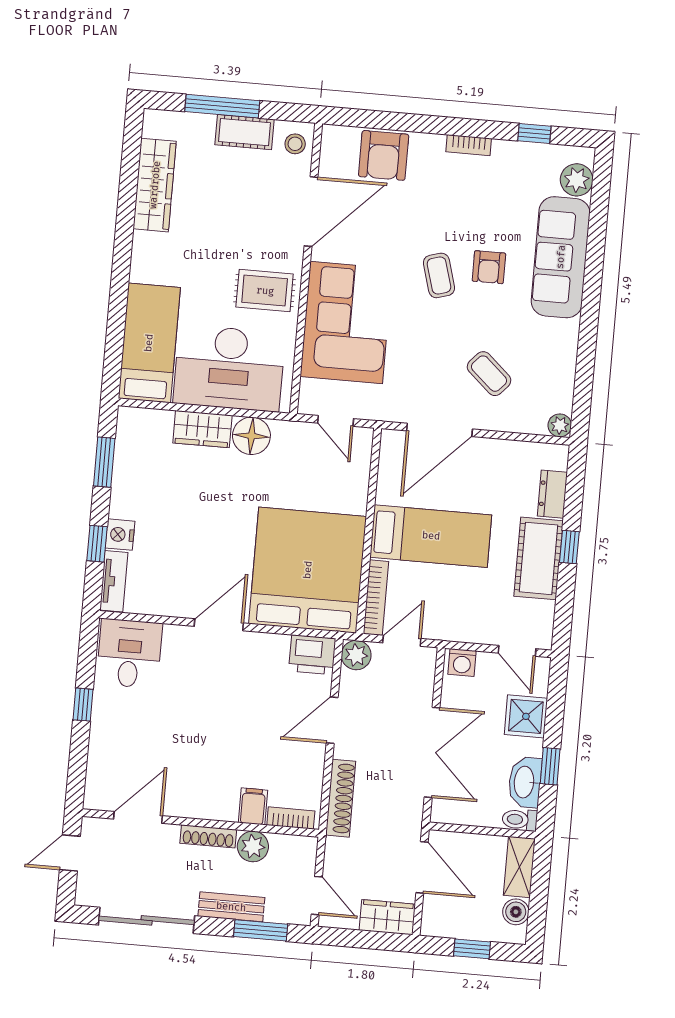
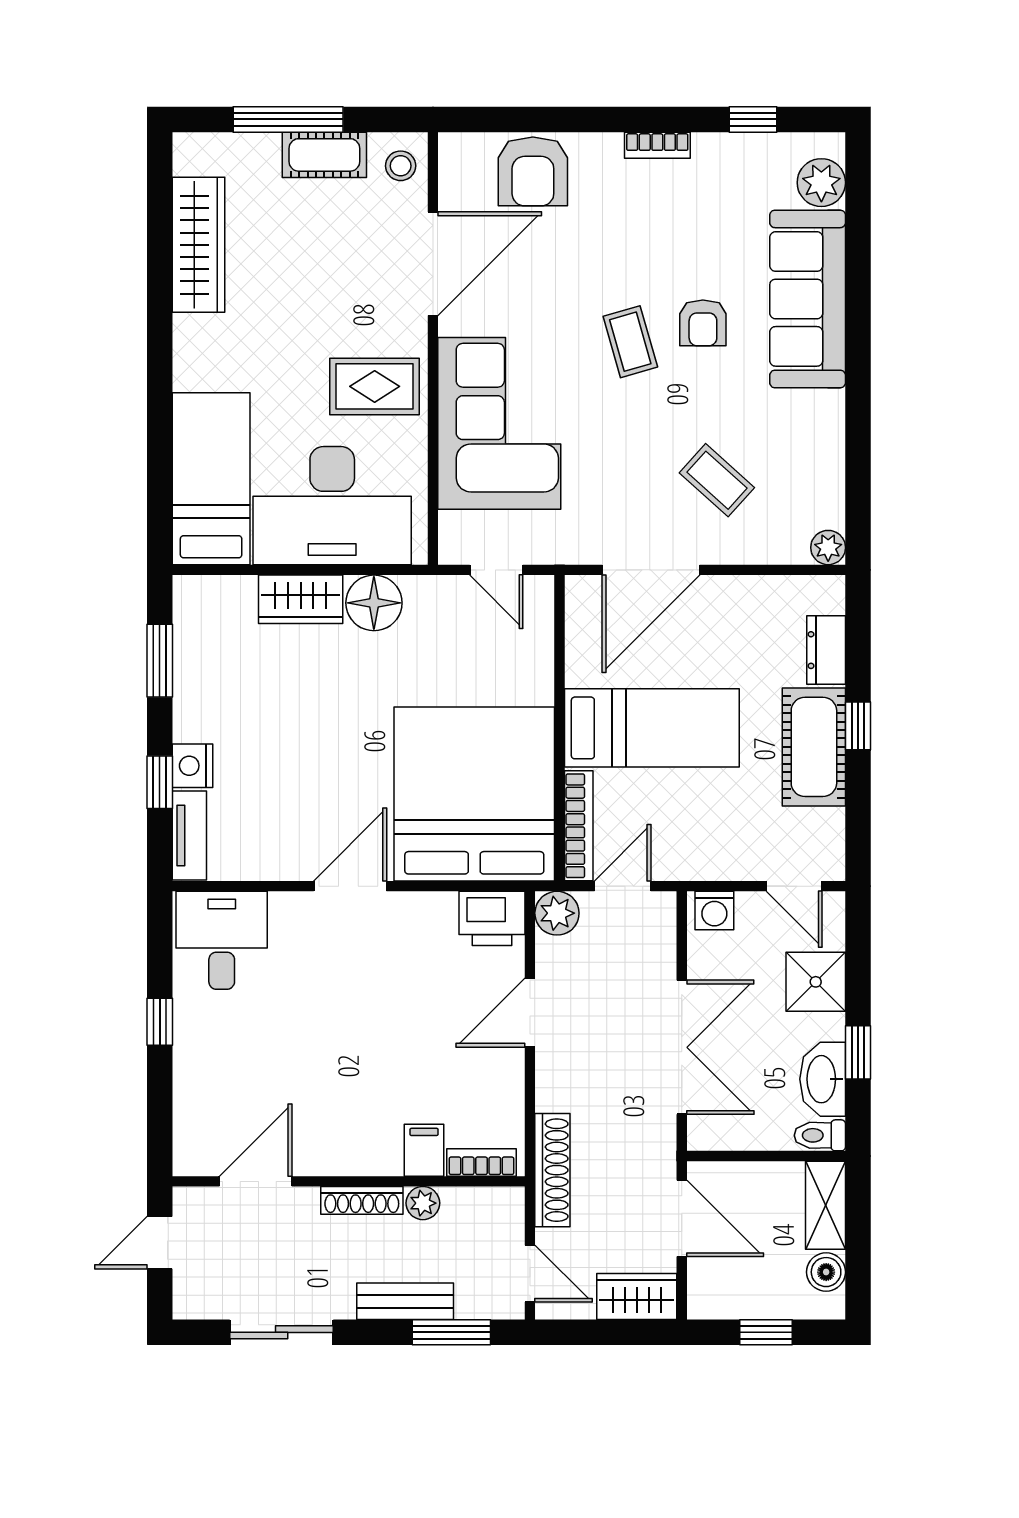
shoe rack: (341, 798) -> (552, 1170), moved
plant: (253, 846) -> (423, 1203), width x0.73, depth x0.73
sliding door: (147, 920) -> (282, 1332), width x0.73

